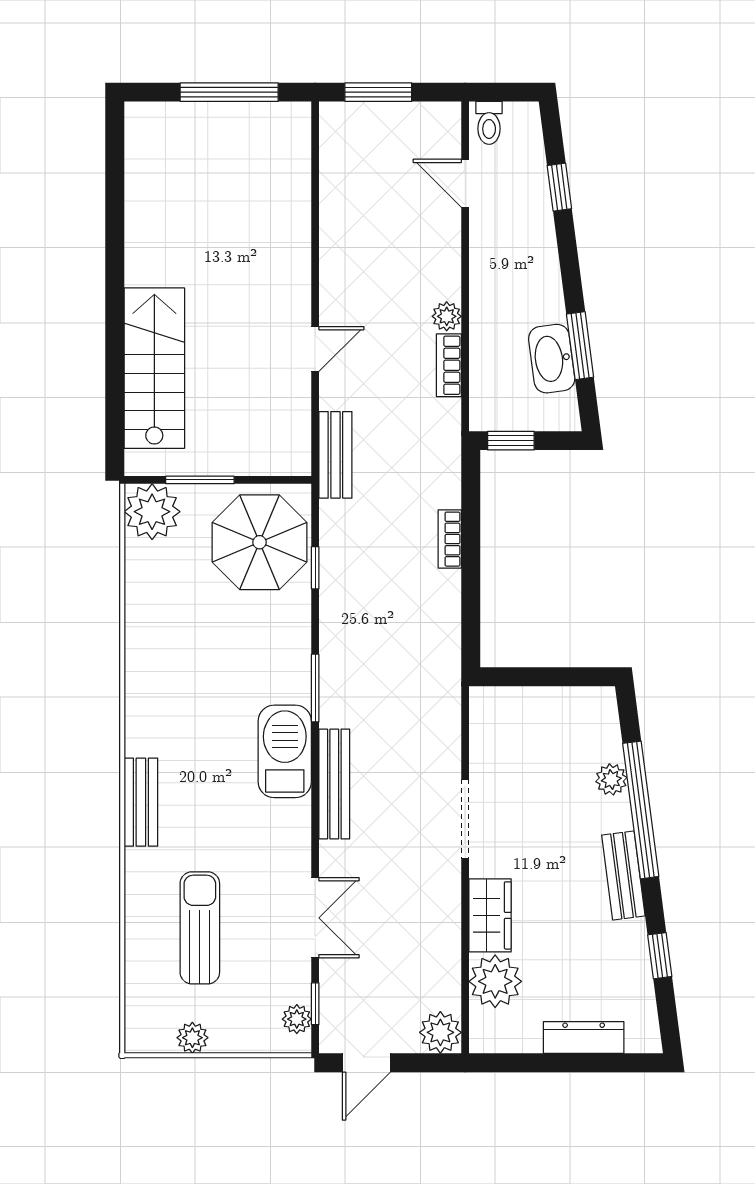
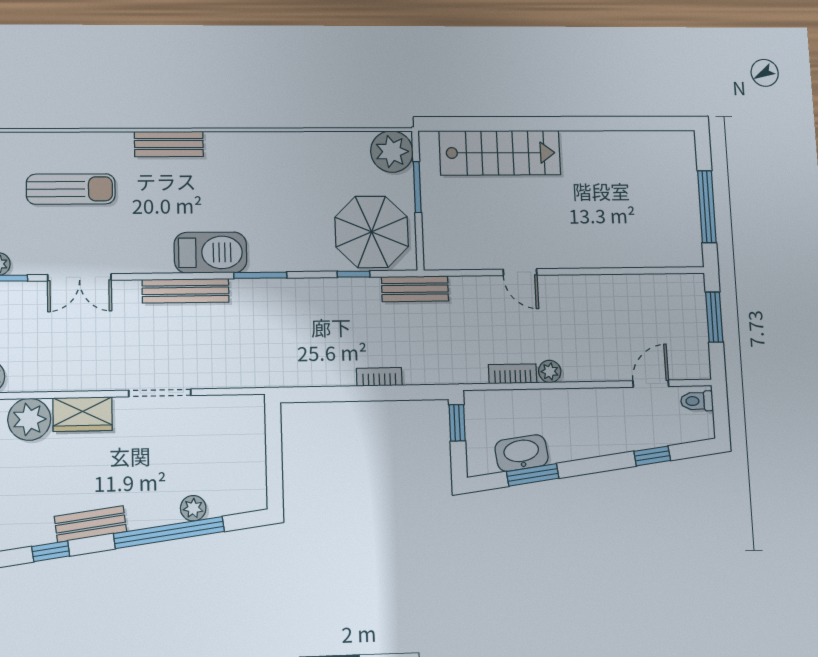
bench: (335, 455) -> (415, 289), moved
bench: (623, 875) -> (90, 524), moved

